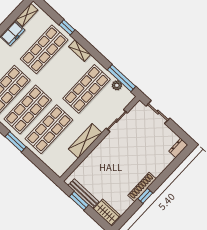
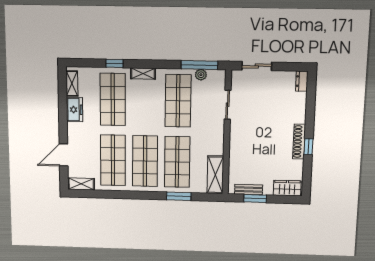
shelving: (85, 141) -> (215, 175), moved
window: (16, 142) -> (179, 196), moved
bench: (83, 194) -> (249, 189), width x0.73

